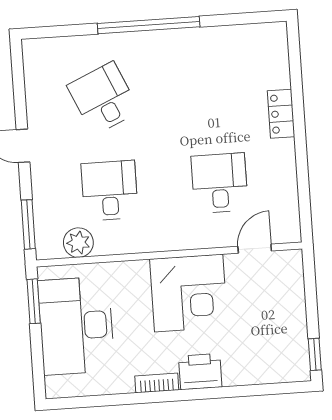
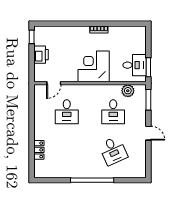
locker: (281, 114) -> (39, 150), moved
corner desk: (189, 293) -> (94, 66), moved
desk: (76, 326) -> (135, 65), width x0.53, depth x0.77
printer: (200, 372) -> (41, 55), moved, turned -90

